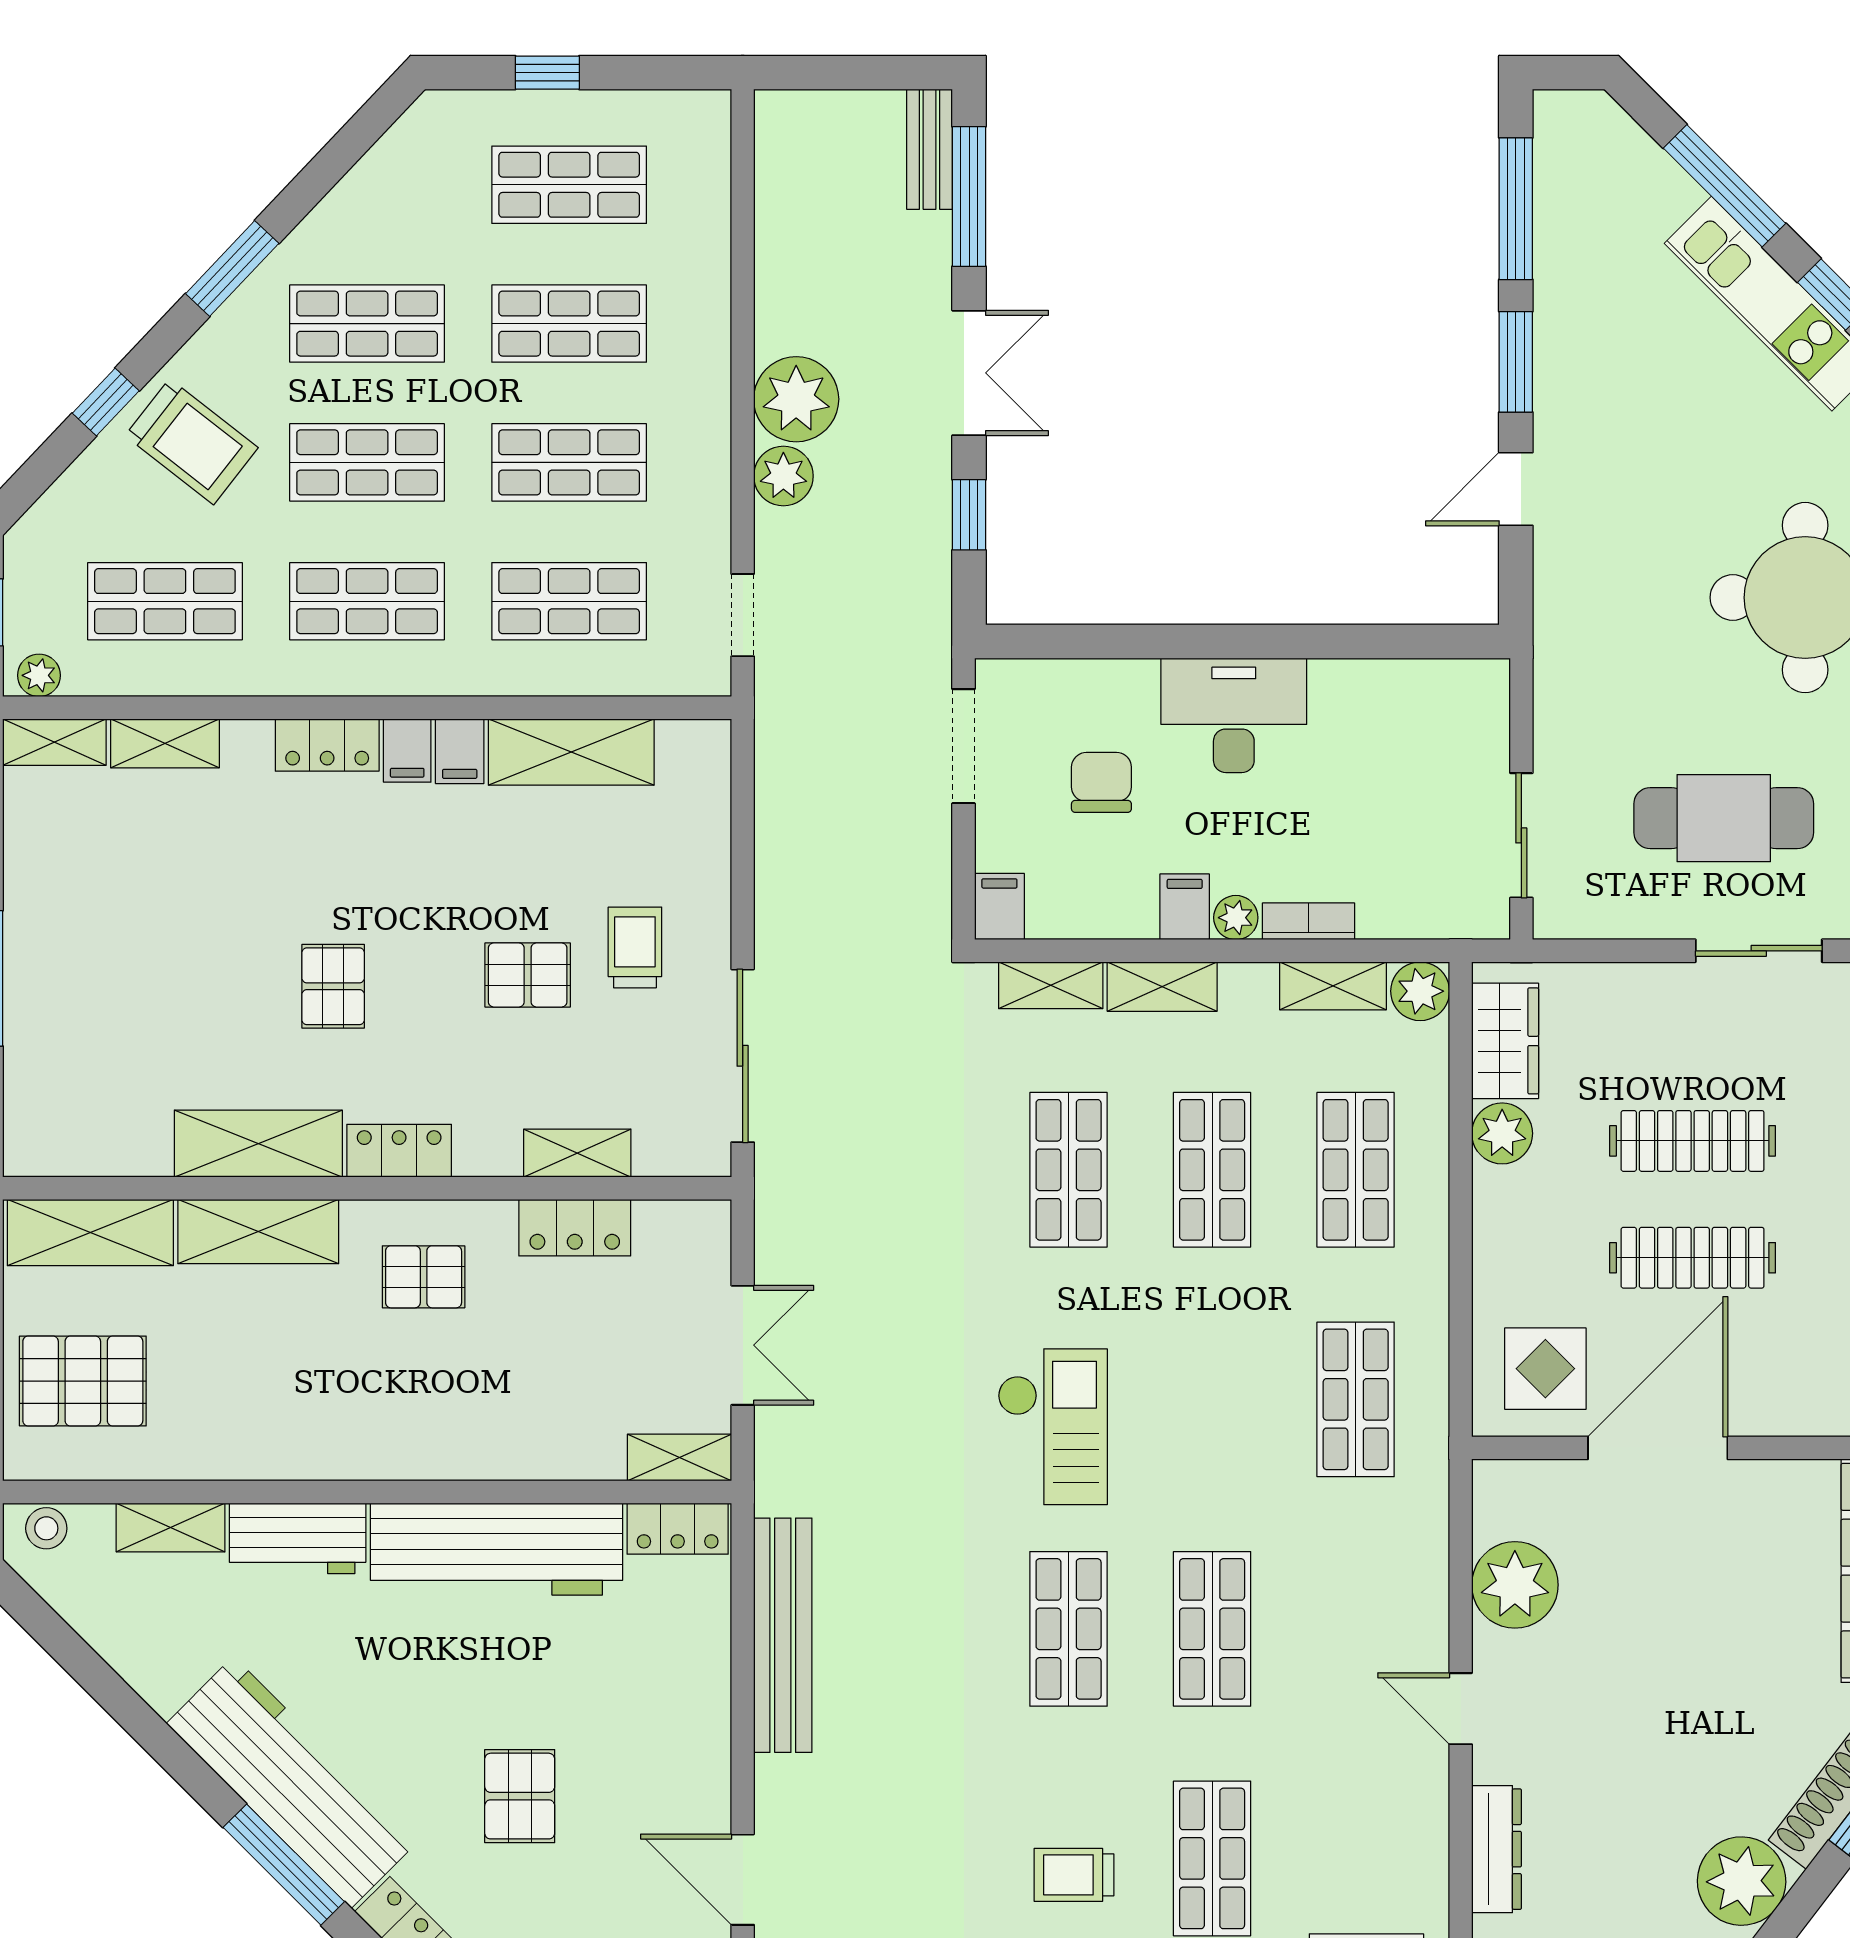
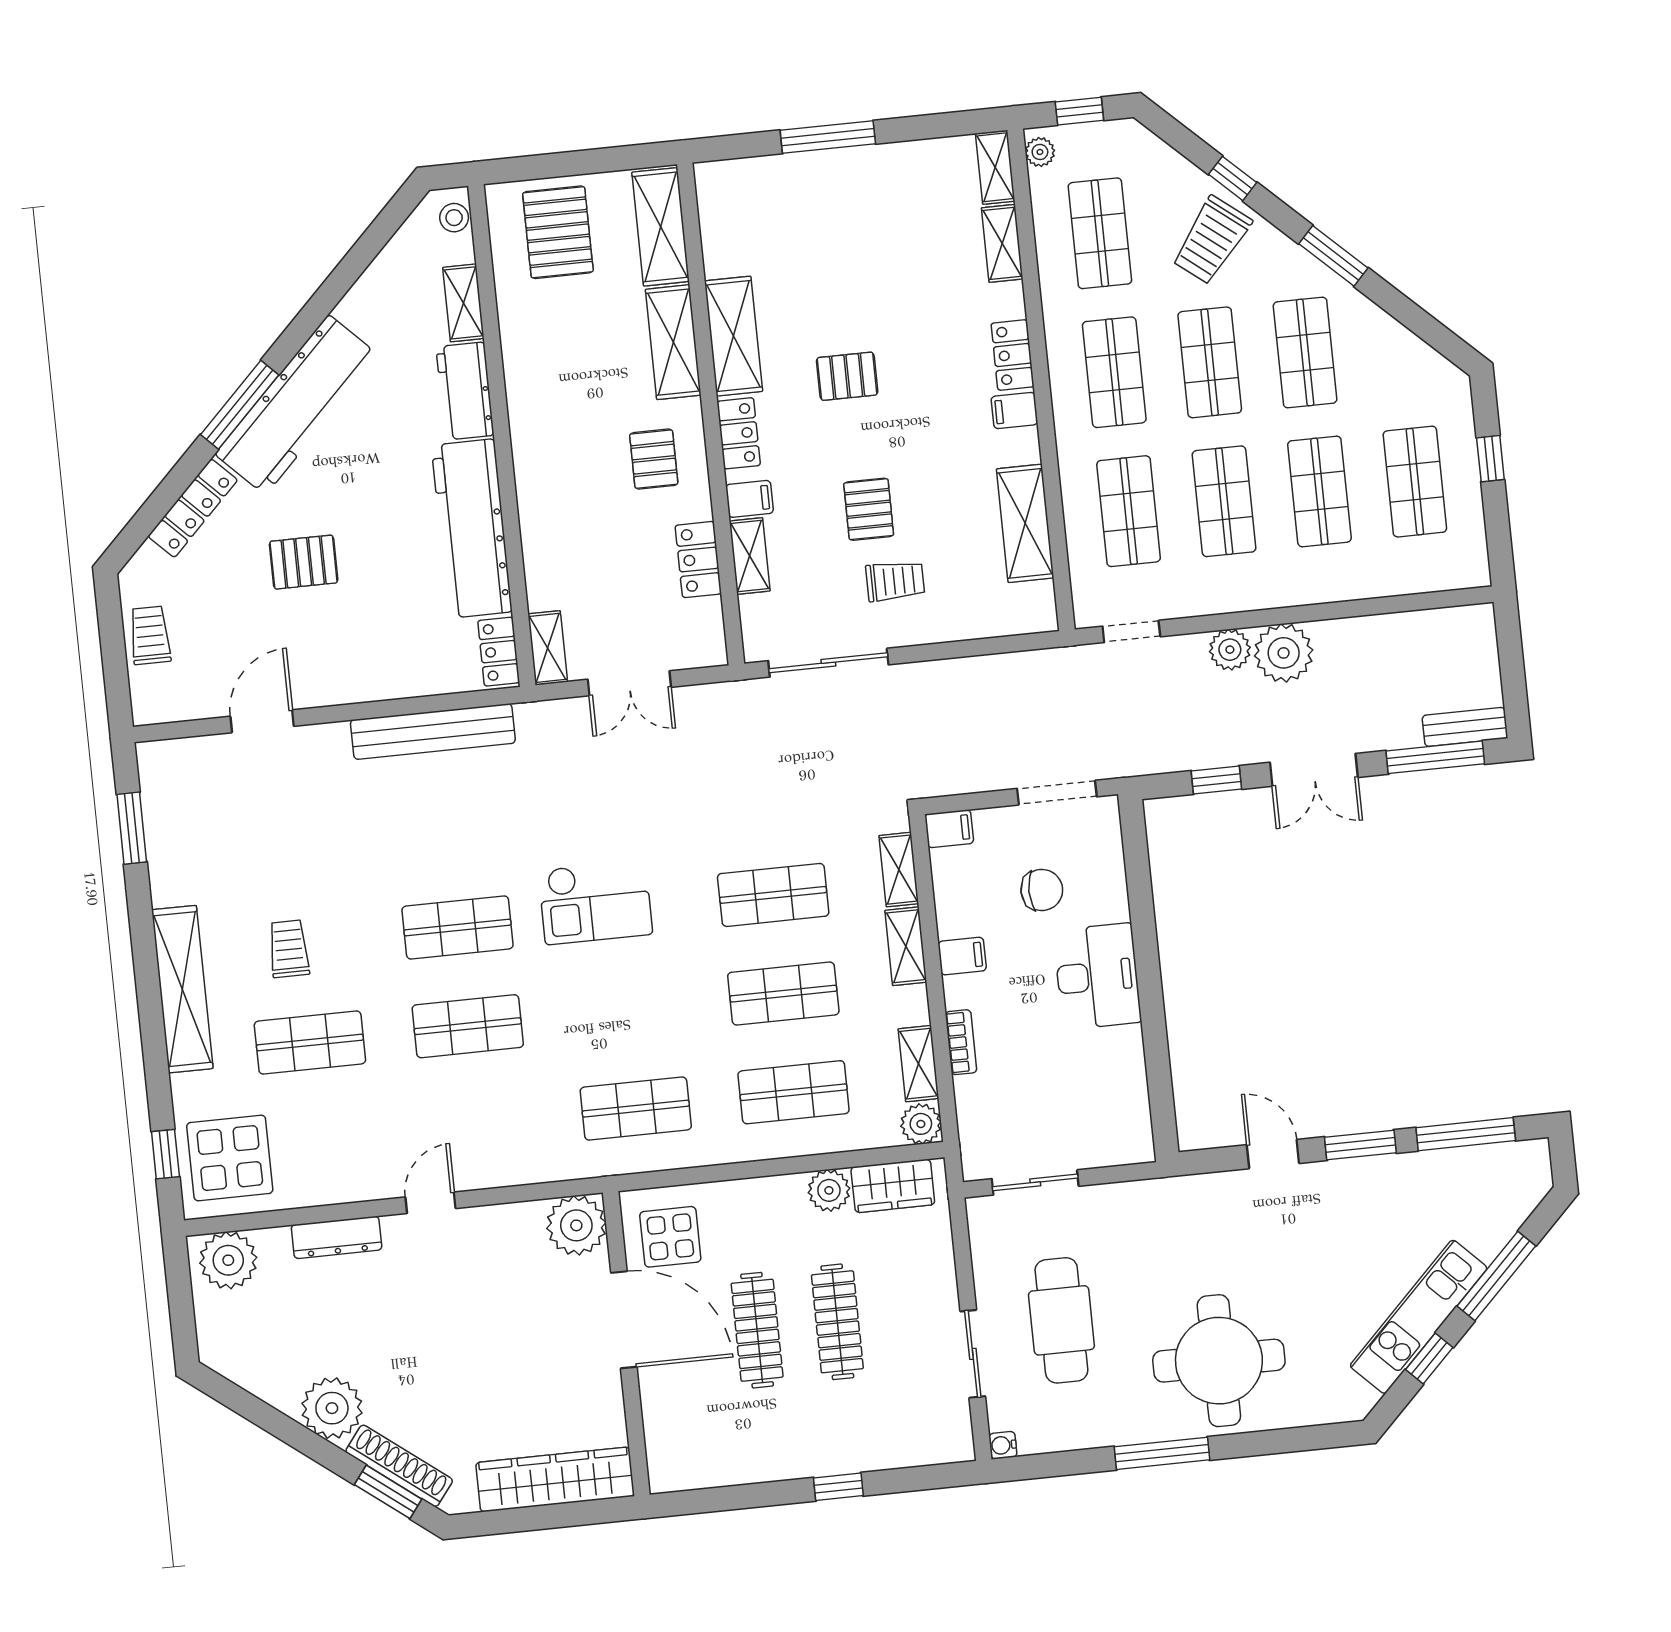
filing cabinet: (460, 751) -> (750, 499), moved, turned 180
plant: (1236, 918) -> (958, 992), removed
plant: (1515, 1585) -> (576, 1225), moved

